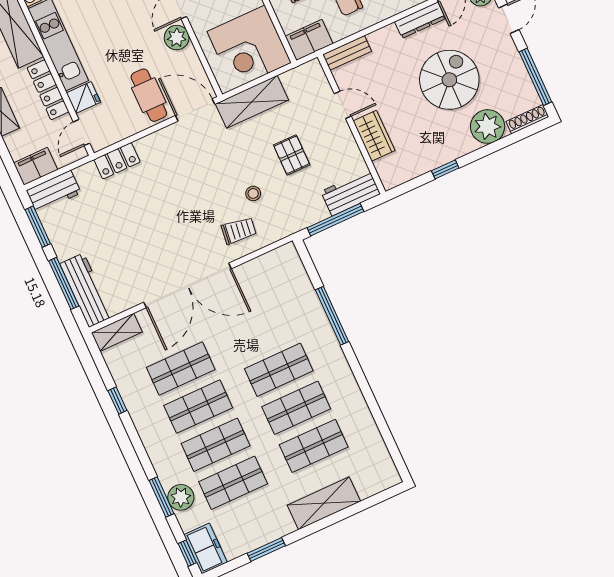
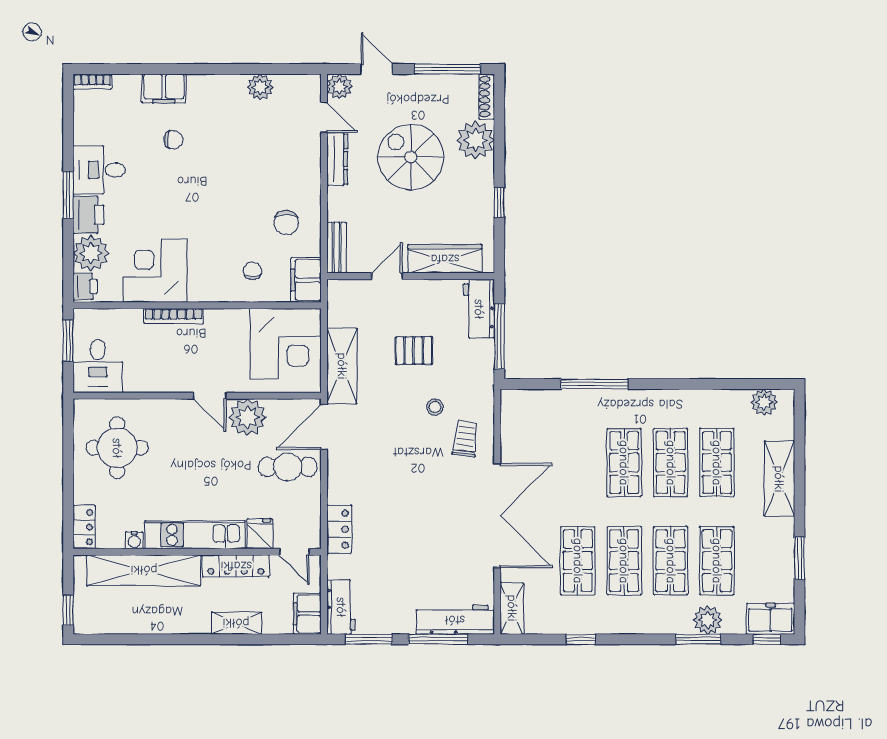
plant: (177, 38) -> (248, 417), width x1.36, depth x1.36
wardrobe: (374, 136) -> (445, 259), width x1.50
plant: (381, 462) -> (764, 402), added

